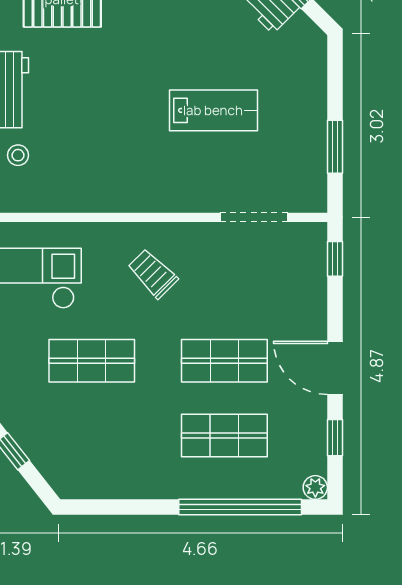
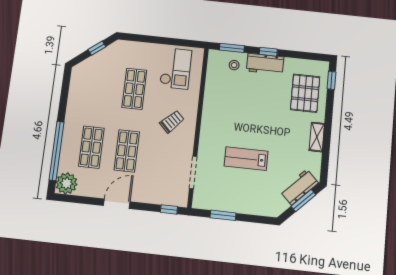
lab bench: (213, 110) -> (246, 159), turned 90
window: (335, 438) -> (83, 200), removed
plant: (315, 487) -> (67, 183), width x1.88, depth x1.88

